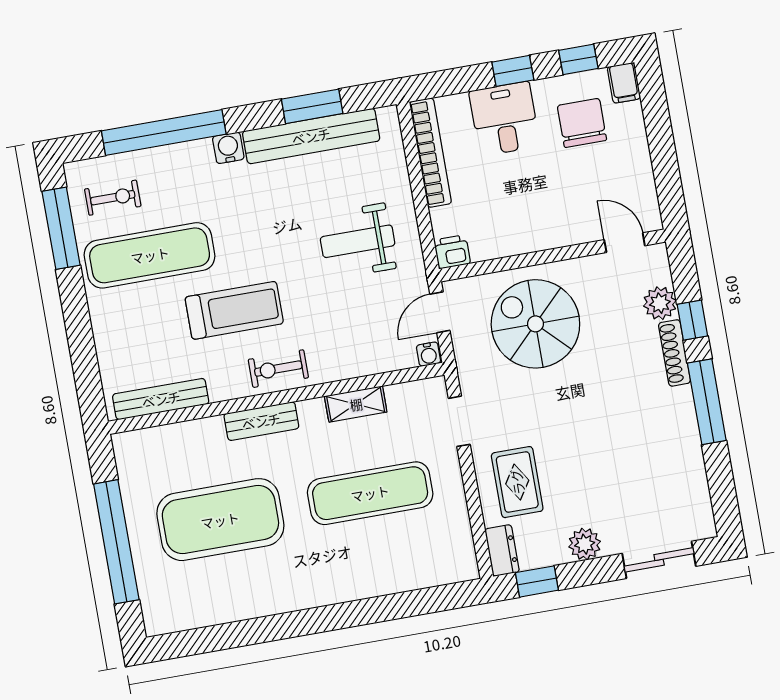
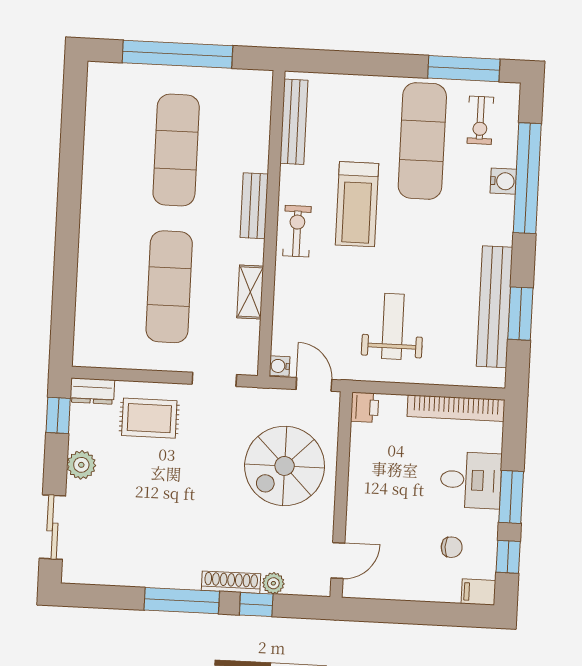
window: (513, 71) -> (511, 497), width x1.50
chair: (582, 123) -> (452, 547), width x0.54, depth x0.54
water cooler: (228, 148) -> (503, 181), moved
plant: (660, 303) -> (273, 583), width x0.73, depth x0.73
spiral stairs: (535, 324) -> (285, 466), turned 180
exercise mat: (220, 520) -> (176, 150), width x0.68

